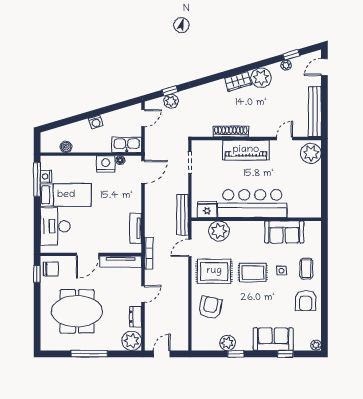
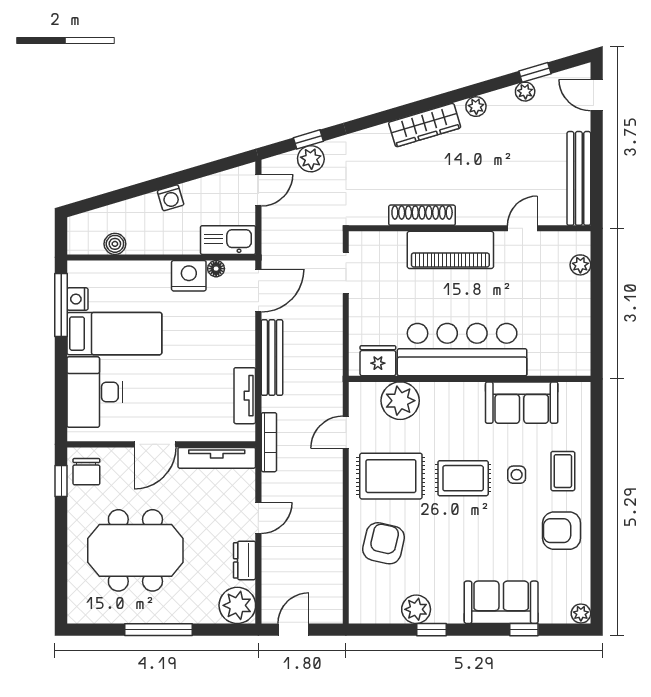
door: (324, 67) -> (597, 95), hinge flipped
plant: (261, 78) -> (476, 107), width x0.53, depth x0.53
wardrobe: (238, 81) -> (425, 125), width x1.50
plant: (311, 153) -> (580, 265), width x0.53, depth x0.53
bench: (183, 215) -> (272, 358), moved
chair: (51, 269) -> (86, 472), turned 90
armchair: (306, 301) -> (562, 531), turned 90

